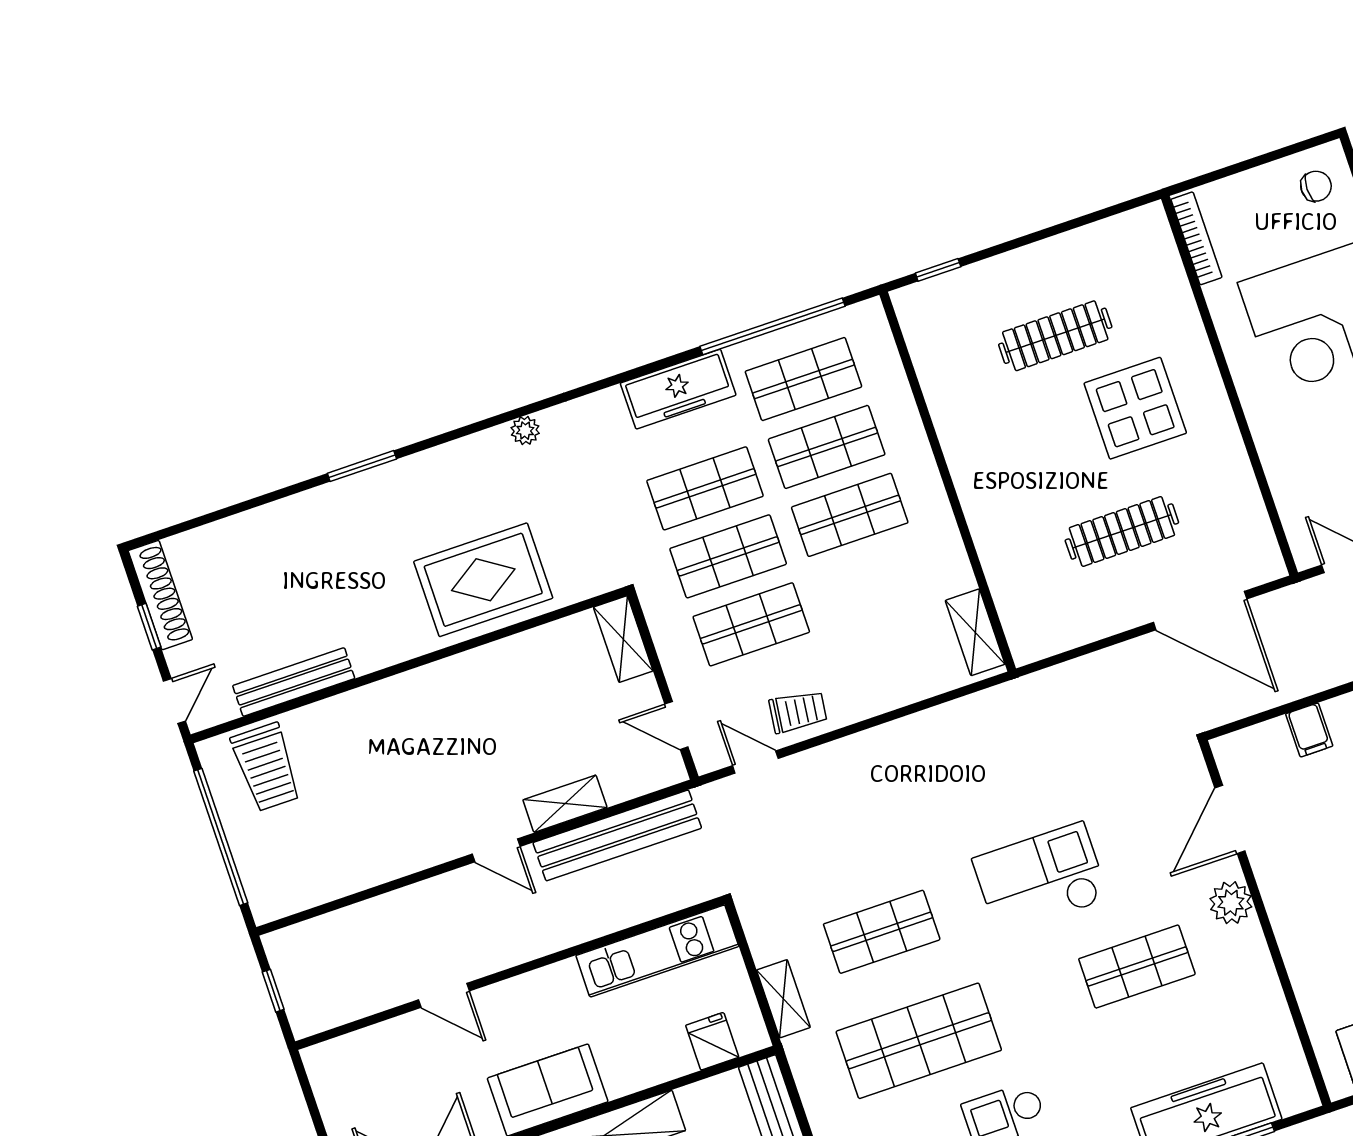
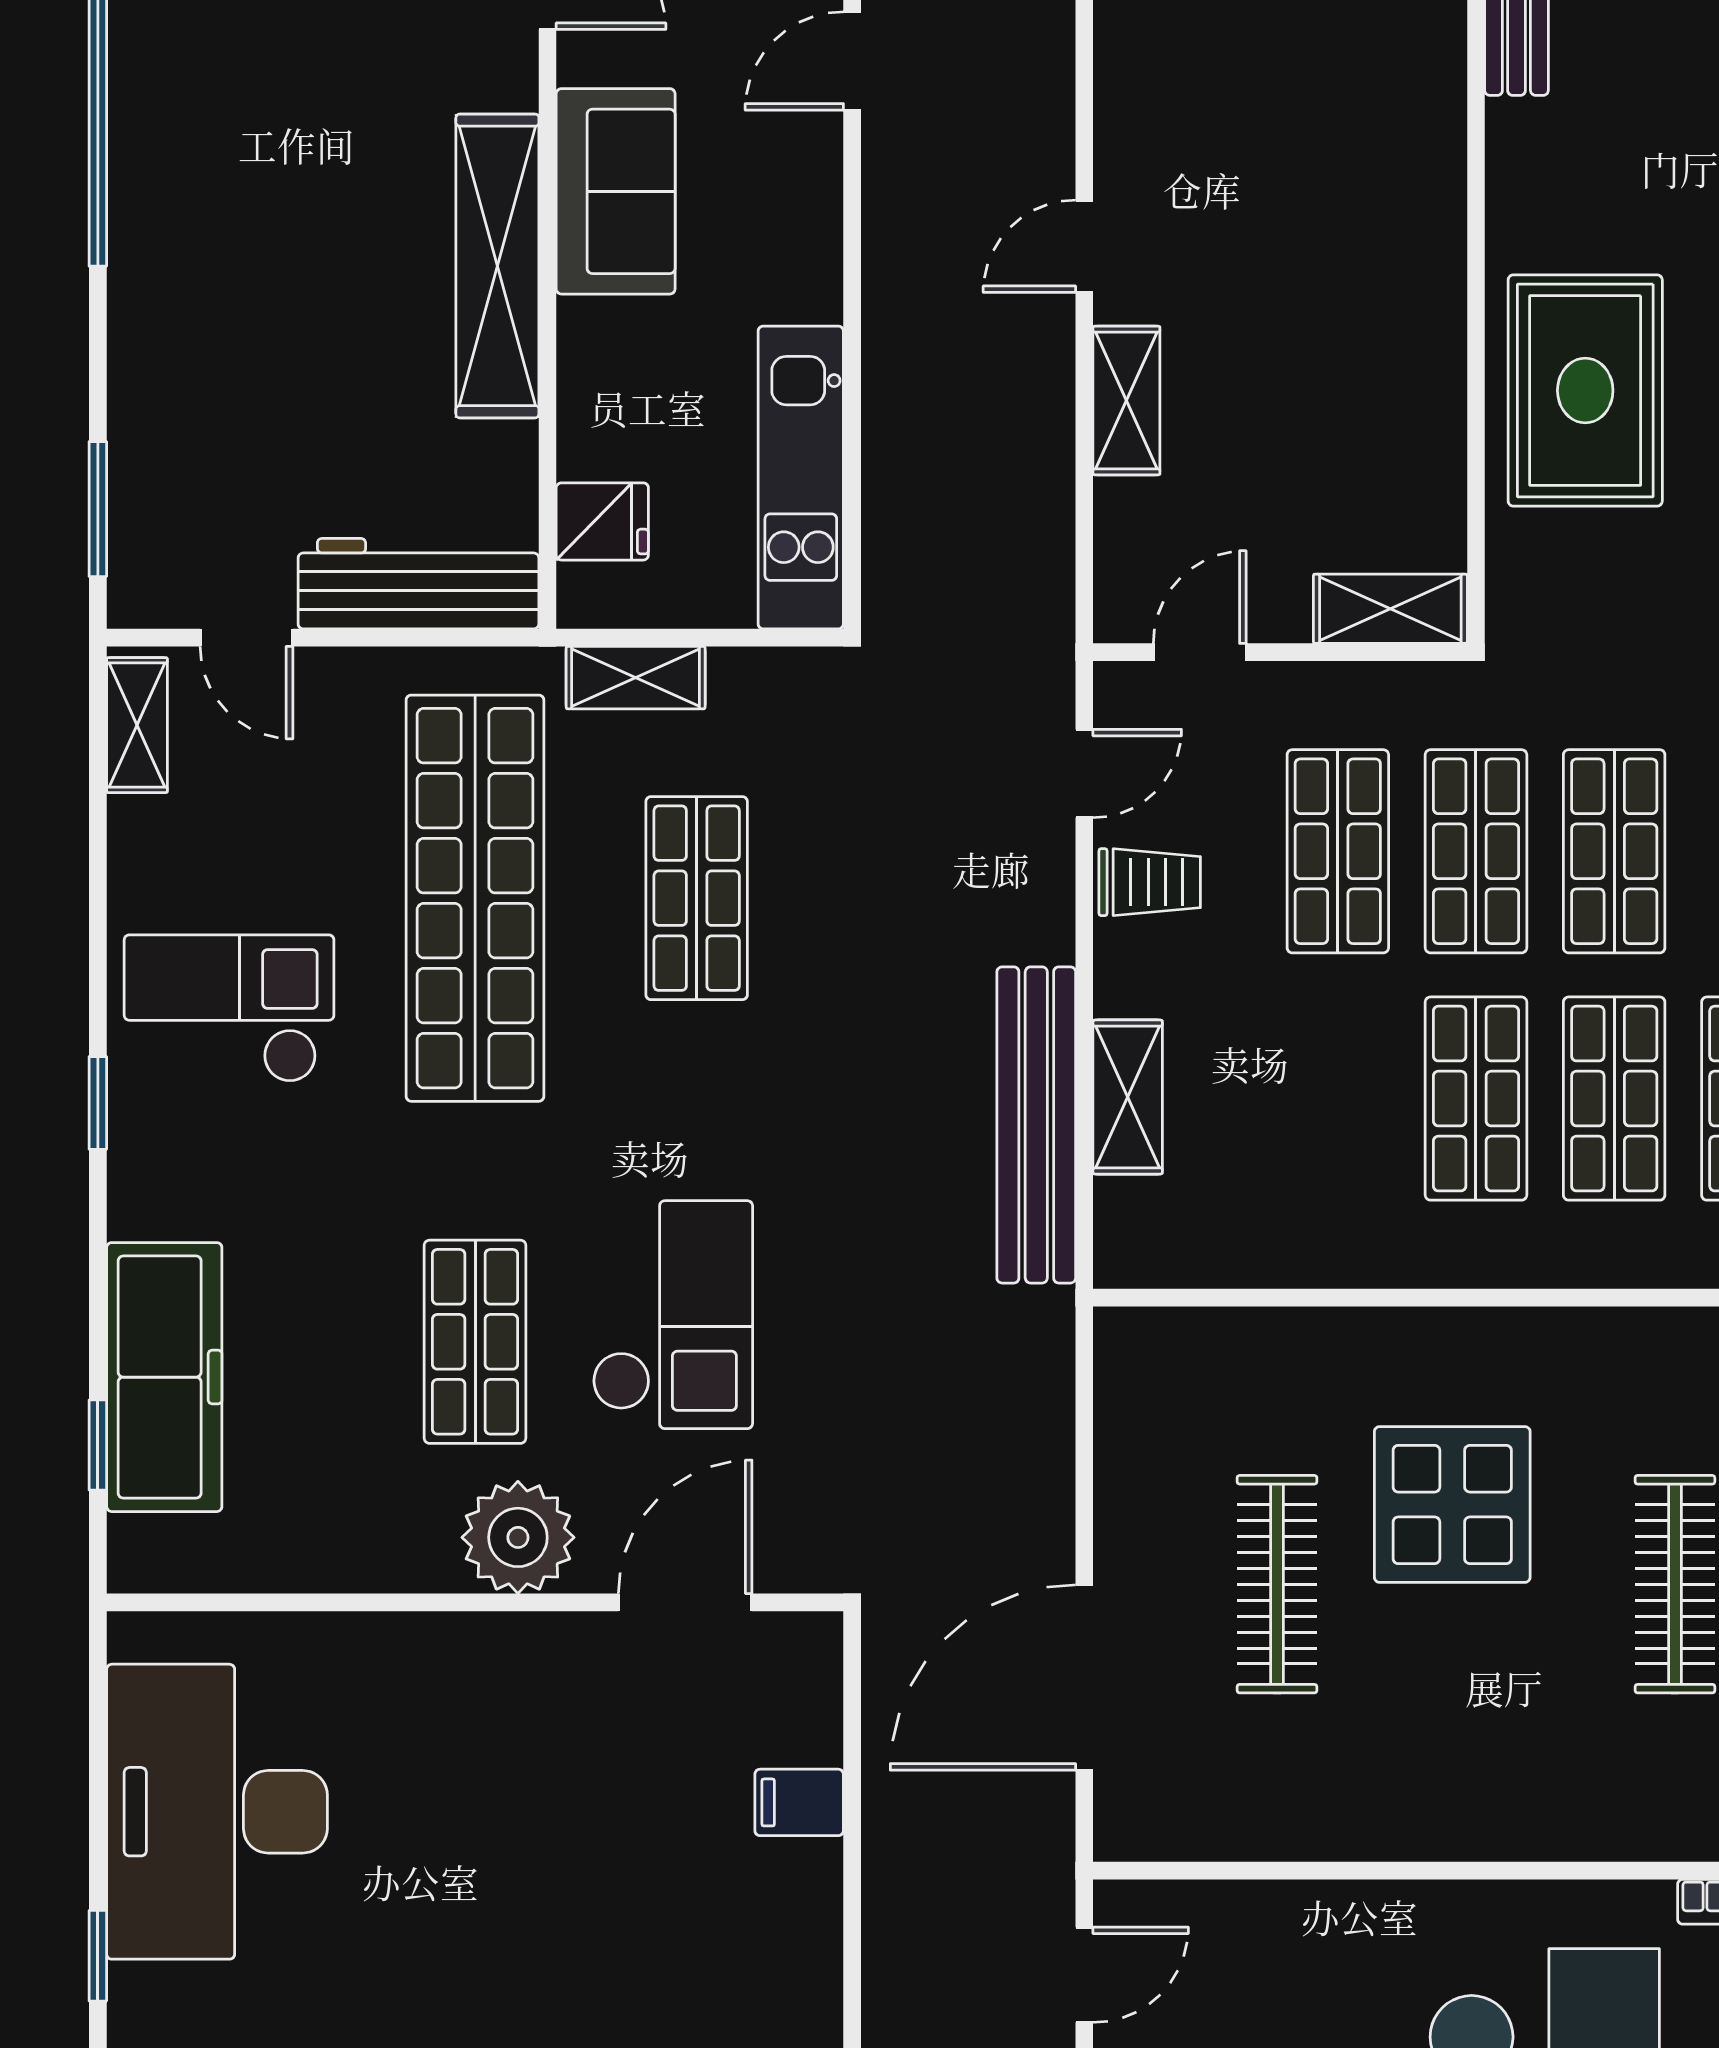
display table: (1135, 408) -> (1452, 1504), moved
shelving: (975, 632) -> (1128, 1097), moved, turned 90
trolley: (798, 712) -> (1150, 882), turned -97
door: (1230, 820) -> (685, 1602), hinge flipped
bench: (617, 835) -> (1036, 1125), moved
checkout: (1041, 879) -> (672, 1315), moved
plant: (1231, 903) -> (518, 1537), width x1.36, depth x1.36
shop shelf: (919, 1041) -> (475, 898), width x1.40

